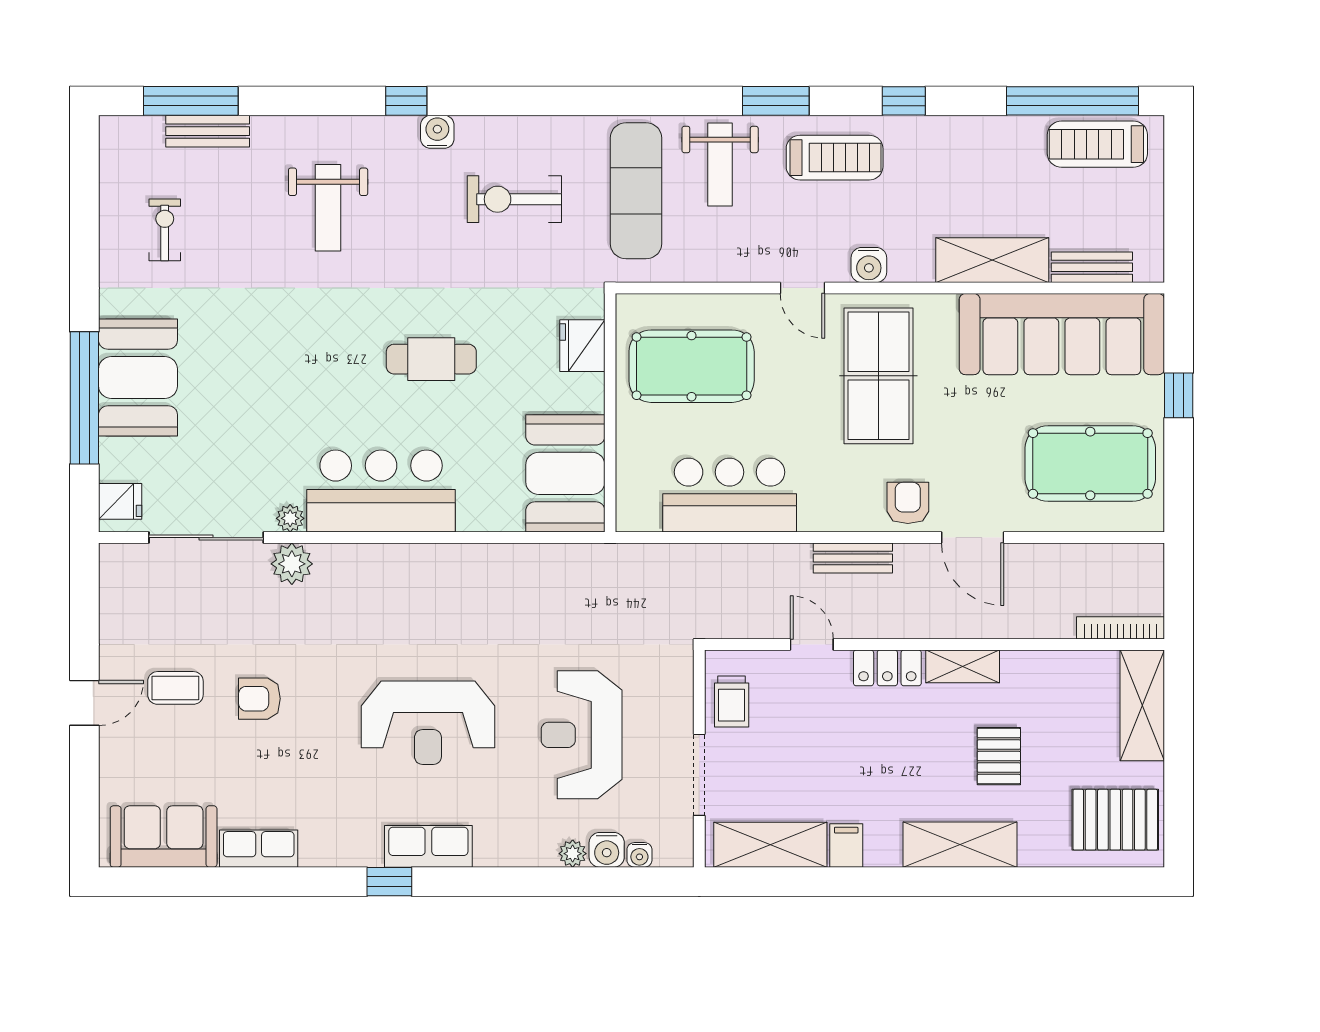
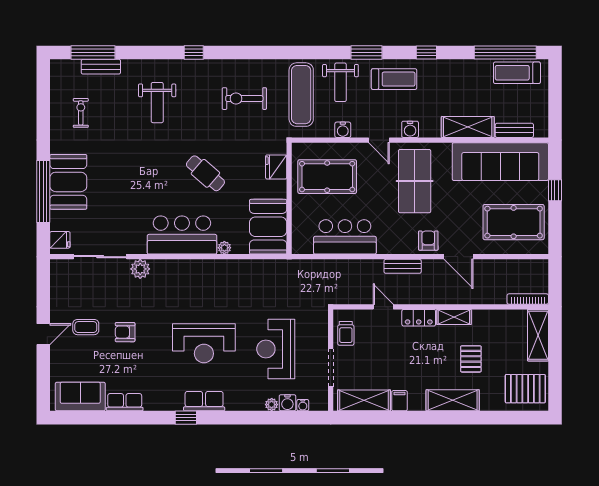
water cooler: (437, 132) -> (343, 130), moved, turned 180
cafe table: (431, 359) -> (205, 173), turned 41
plant: (290, 518) -> (224, 248), moved

